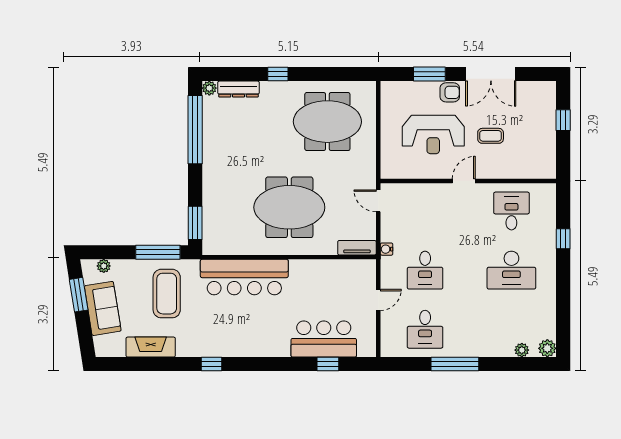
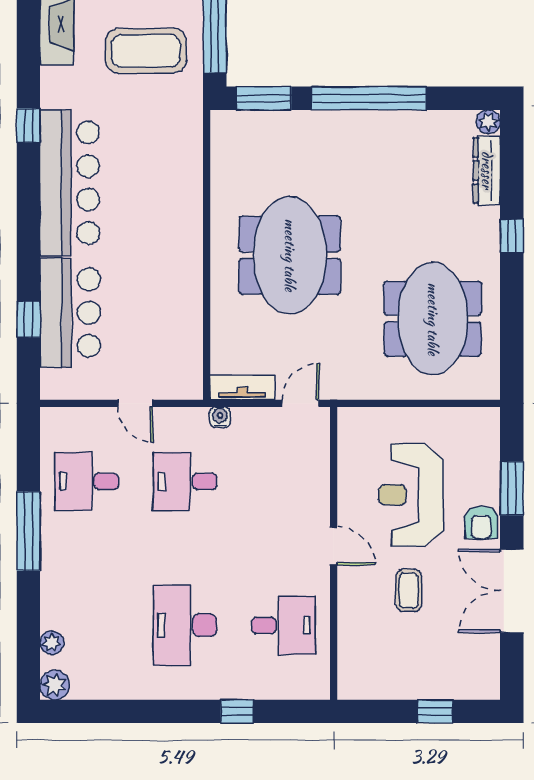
window: (195, 130) -> (369, 98), moved
tv unit: (357, 248) -> (242, 388), moved, turned -90
bar counter: (244, 277) -> (70, 183), moved, turned 180

